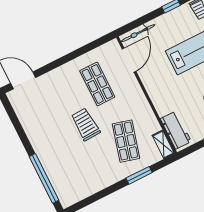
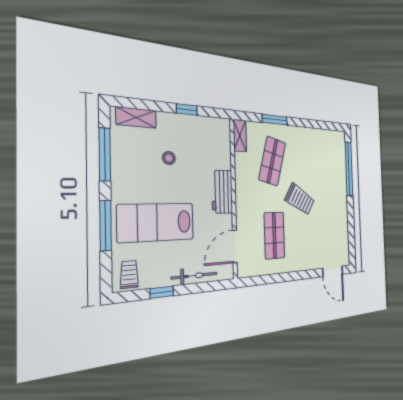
bicycle: (138, 33) -> (194, 276), moved
trolley: (86, 124) -> (300, 199), turned -56
workbench: (176, 130) -> (222, 192), moved

